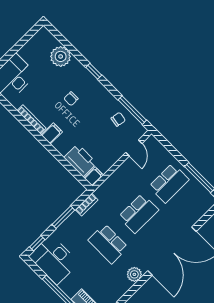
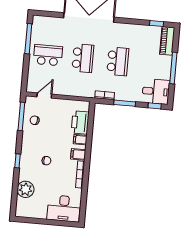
filing cabinet: (94, 177) -> (80, 140), moved
school desk: (139, 213) -> (83, 58), turned 90
desk: (54, 260) -> (156, 91), width x0.73
plant: (134, 274) -> (123, 29), removed

